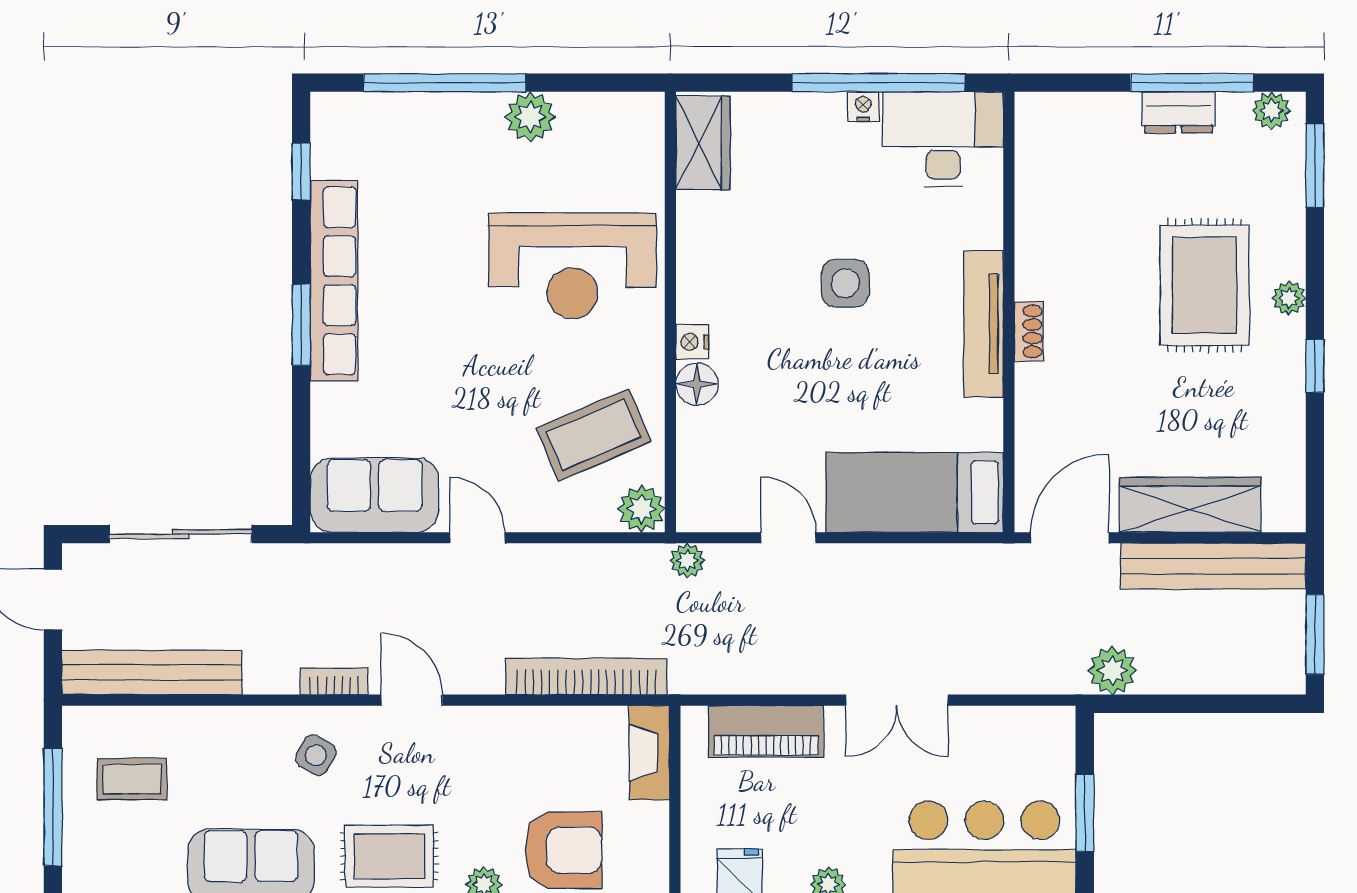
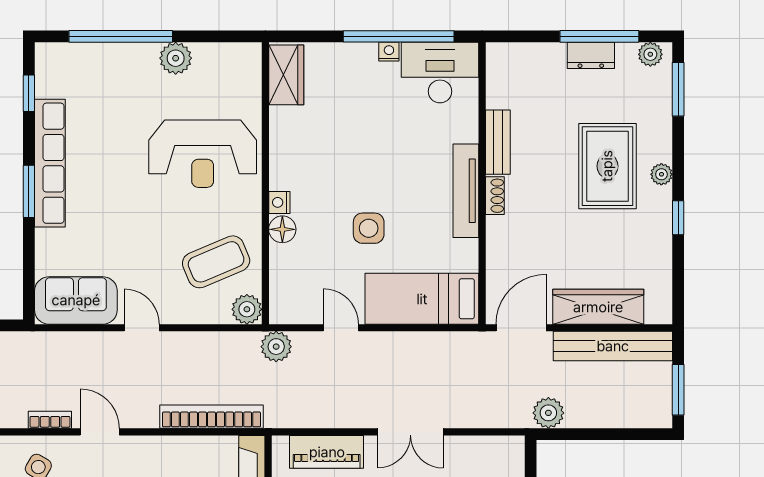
bench: (1034, 248) -> (498, 142), added
side table: (845, 283) -> (369, 228), moved
plant: (687, 561) -> (276, 347), width x1.38, depth x1.38

